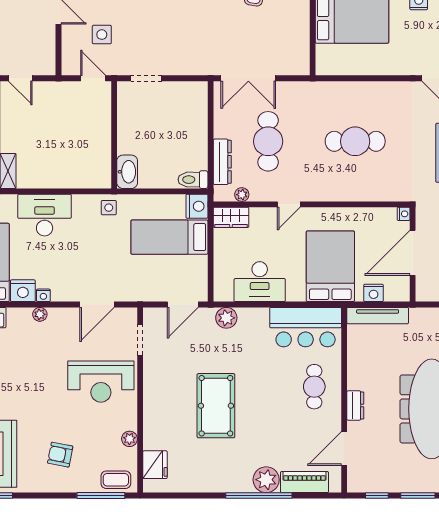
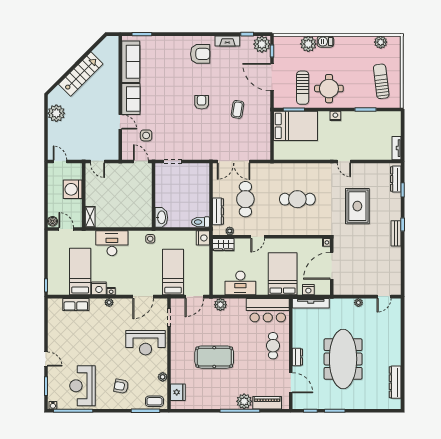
bed: (169, 237) -> (173, 272), moved, turned 90
pool table: (216, 406) -> (214, 357), turned 90
door: (344, 449) -> (291, 383), swing flipped

